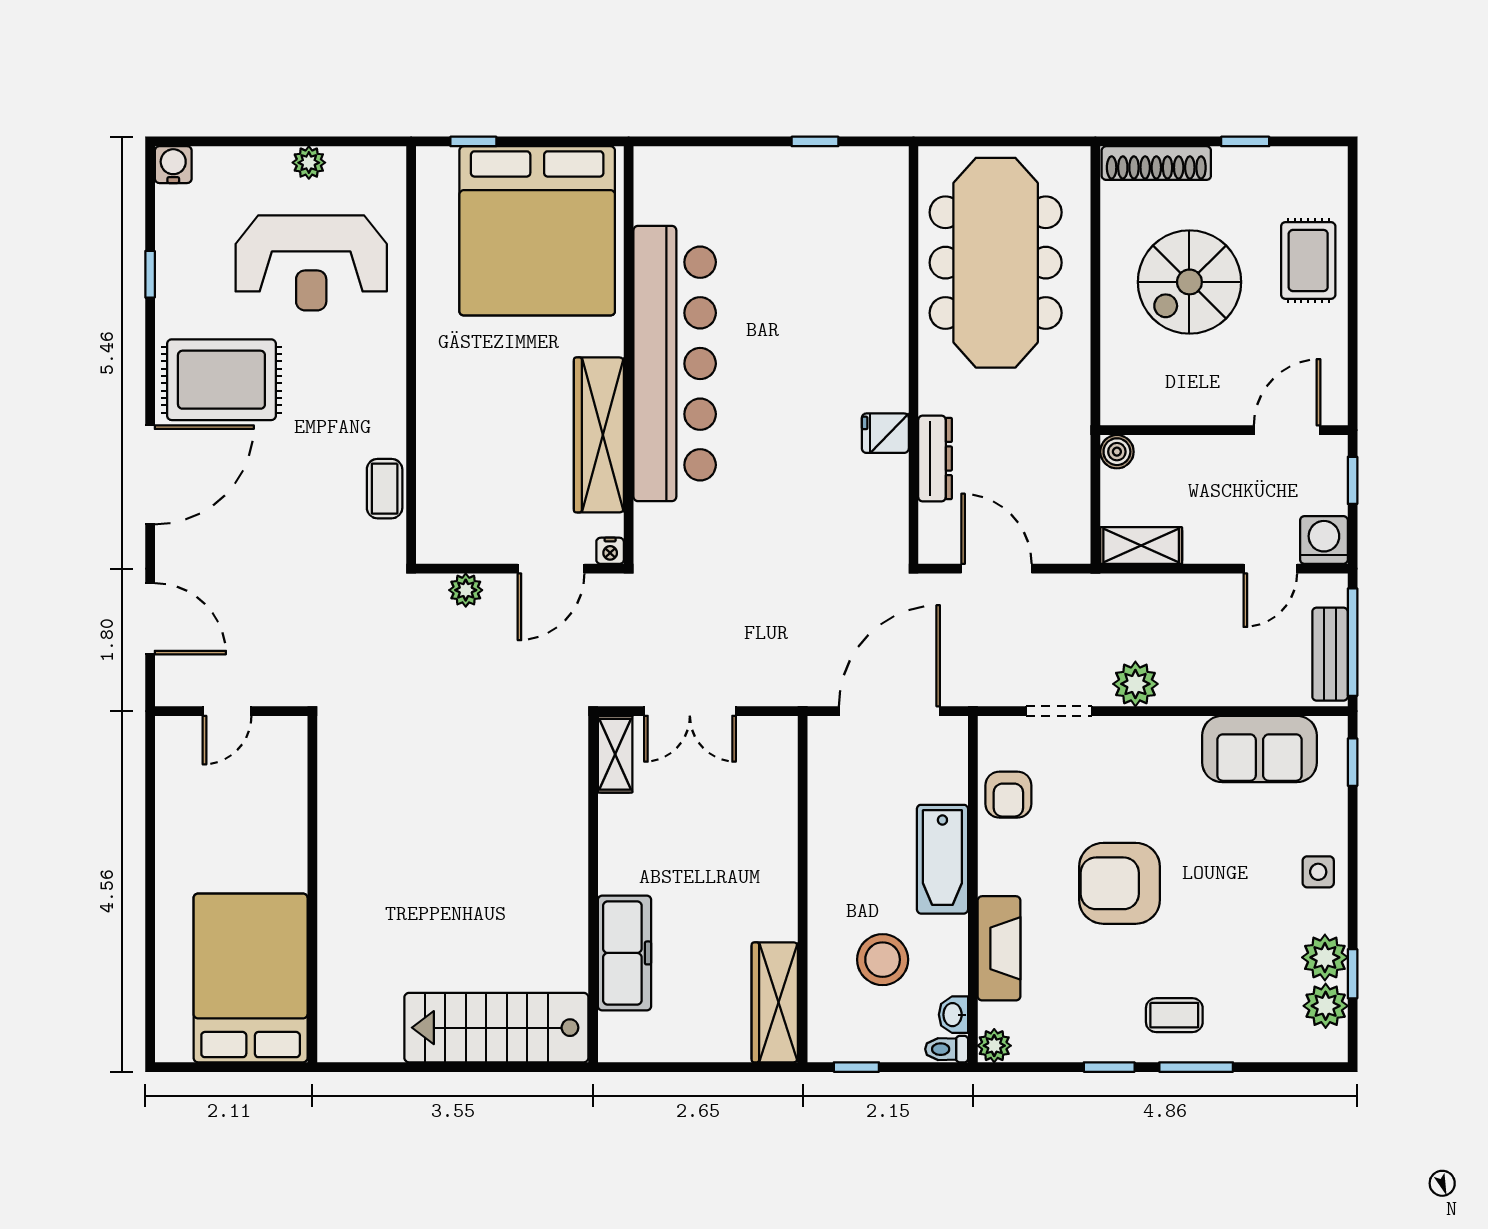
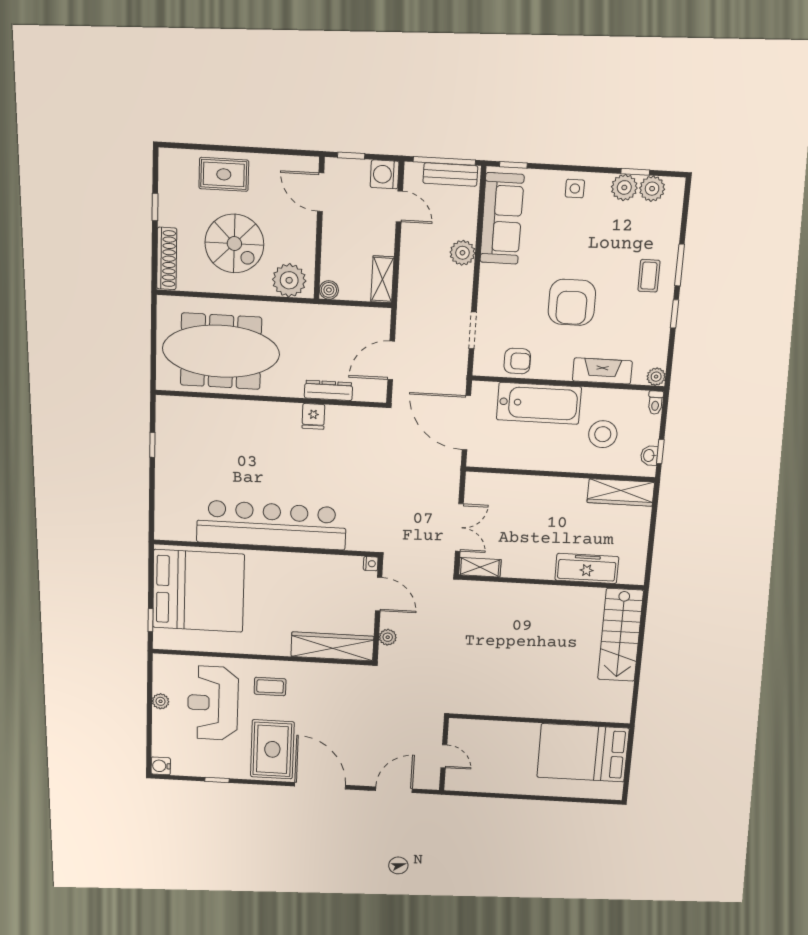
reception desk: (311, 263) -> (213, 703), turned 180
plant: (1130, 381) -> (289, 280), added
wardrobe: (599, 435) -> (332, 646), moved, turned 180
coffee table: (385, 489) -> (270, 686), moved
plant: (1135, 684) -> (462, 253), moved
sofa: (1259, 749) -> (502, 219), width x1.36
bathtub: (942, 859) -> (539, 403), width x1.36, depth x1.36
washbasin: (953, 1015) -> (649, 456), moved, turned 90

